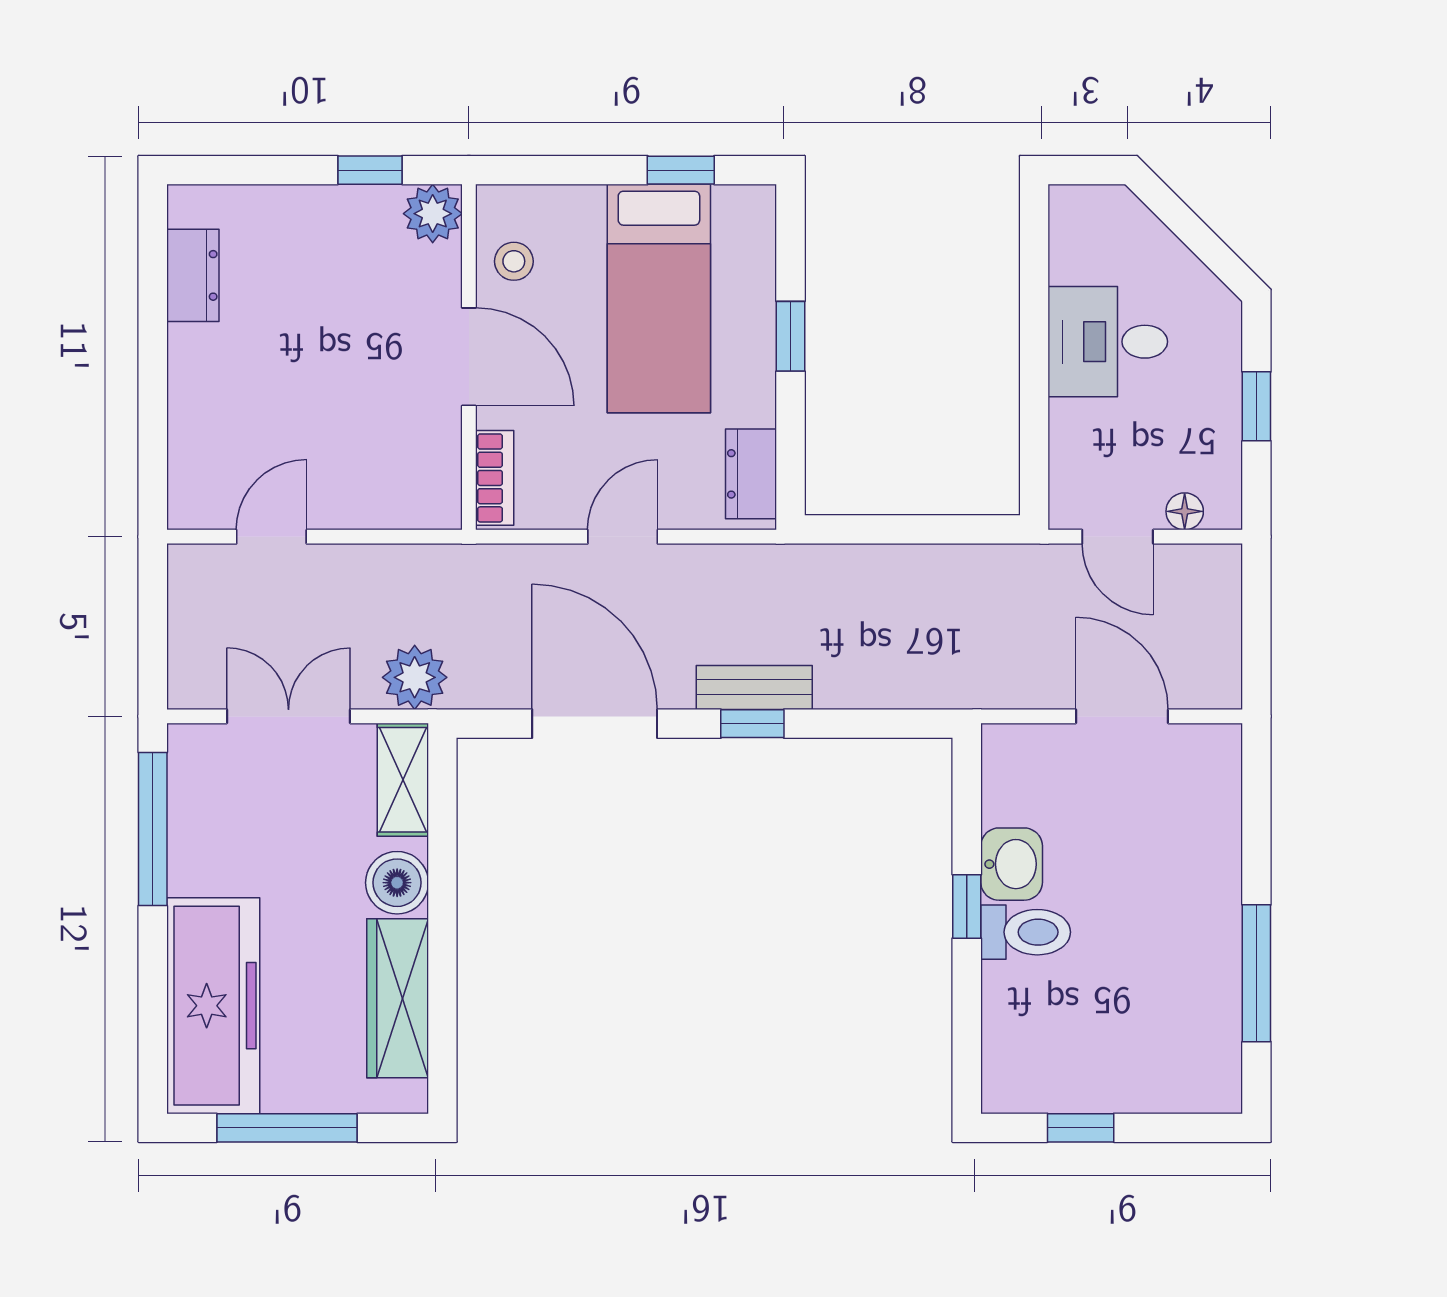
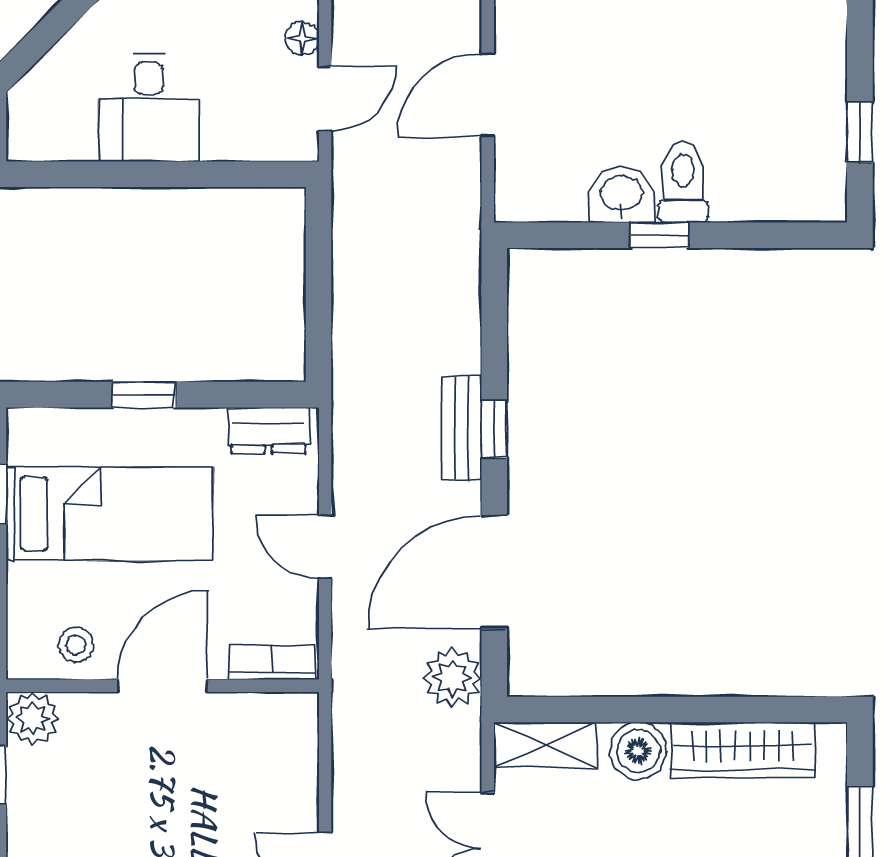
plant: (415, 677) -> (452, 678), moved

